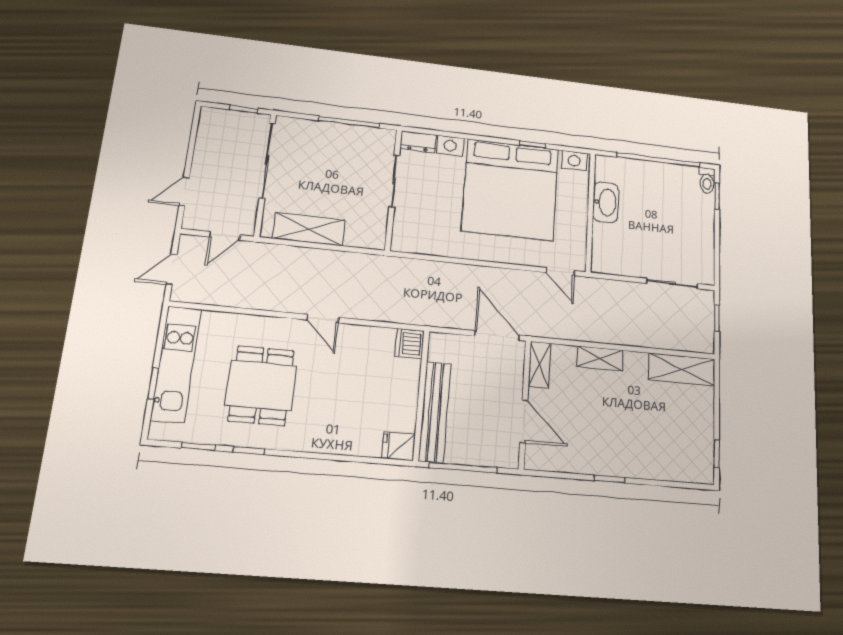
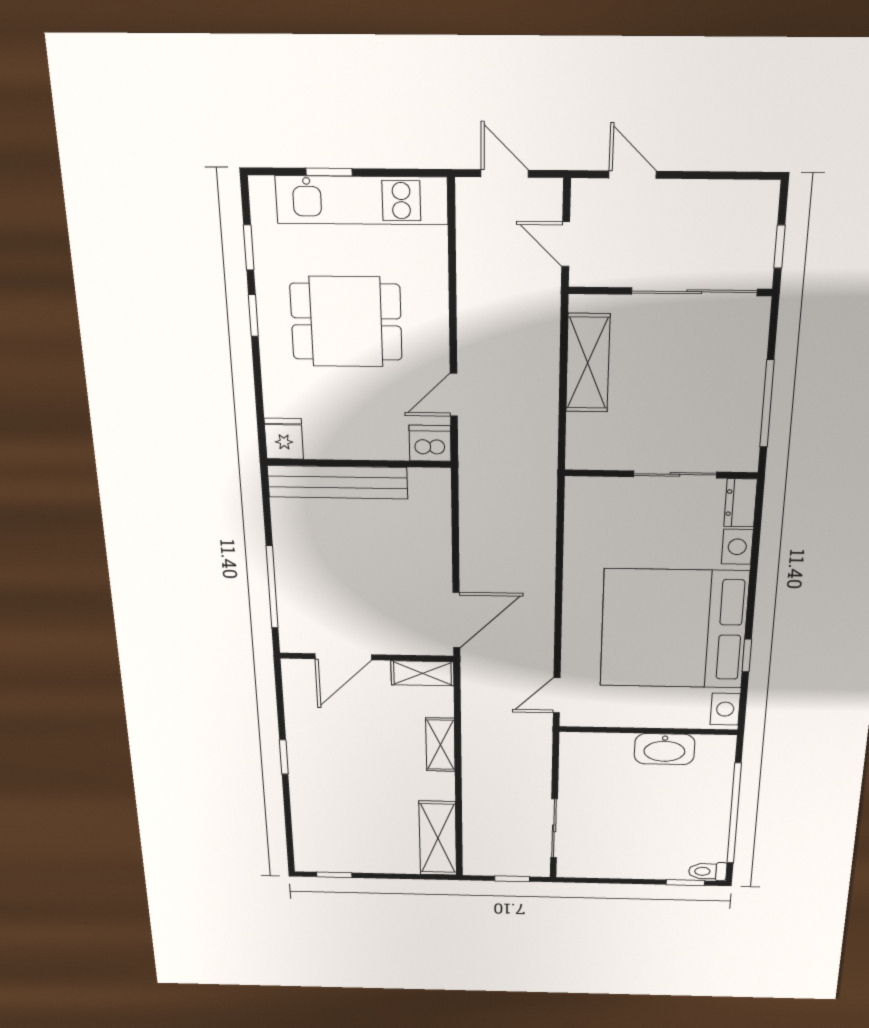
dishwasher: (410, 344) -> (430, 443), moved
wall: (421, 395) -> (359, 463), moved
bench: (435, 412) -> (338, 482), moved
fridge: (398, 446) -> (284, 439), moved

